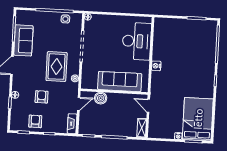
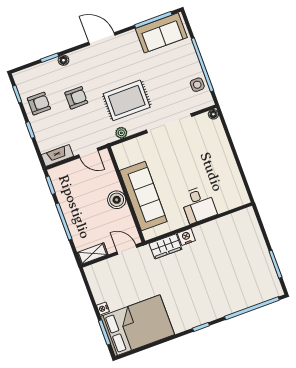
sofa: (23, 40) -> (161, 33), moved
desk: (137, 41) -> (198, 205), width x0.53, depth x0.77
wardrobe: (156, 81) -> (165, 246), added
boiler: (101, 98) -> (117, 200), moved
door: (148, 106) -> (127, 250), hinge flipped

